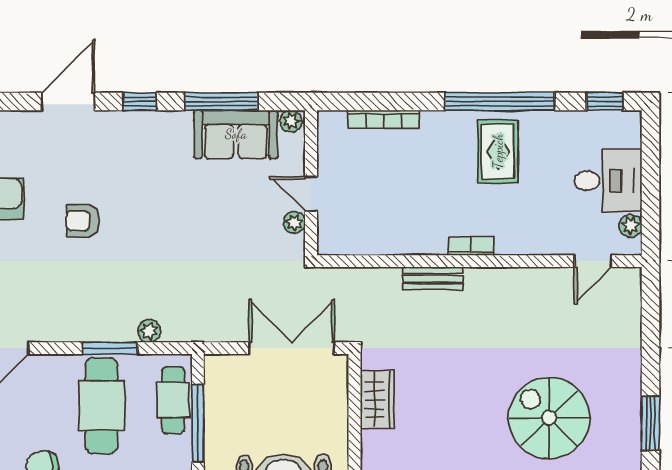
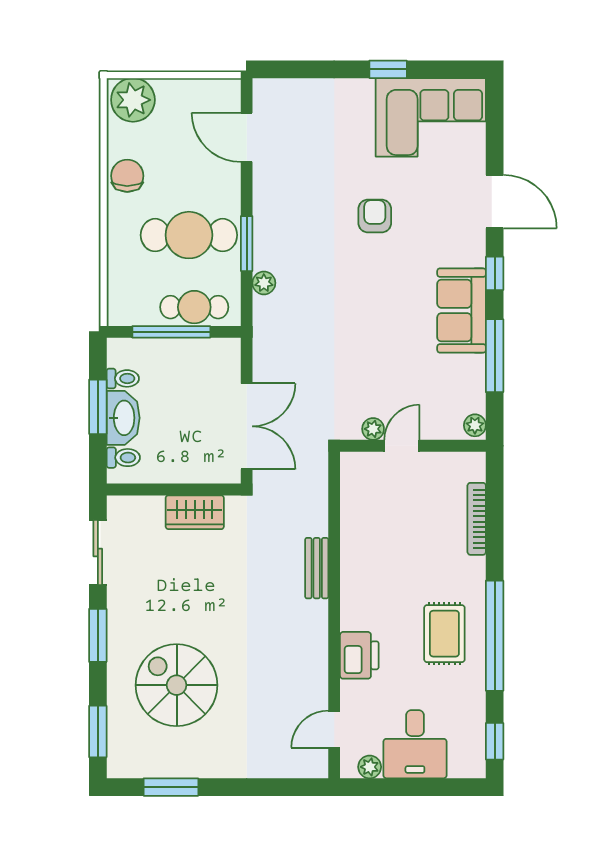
sofa: (236, 134) -> (462, 310), moved
rug: (498, 151) -> (444, 634), turned 90
printer: (519, 236) -> (359, 655), added
bookcase: (471, 246) -> (349, 607), removed
door: (593, 261) -> (334, 729), hinge flipped
spiral stairs: (549, 418) -> (177, 685), turned -90

